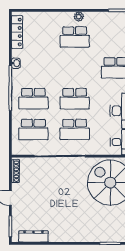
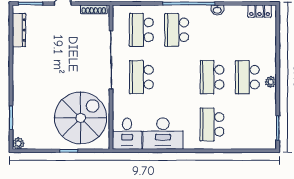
locker: (17, 32) -> (260, 11), width x0.66
school desk: (75, 99) -> (212, 77), moved

